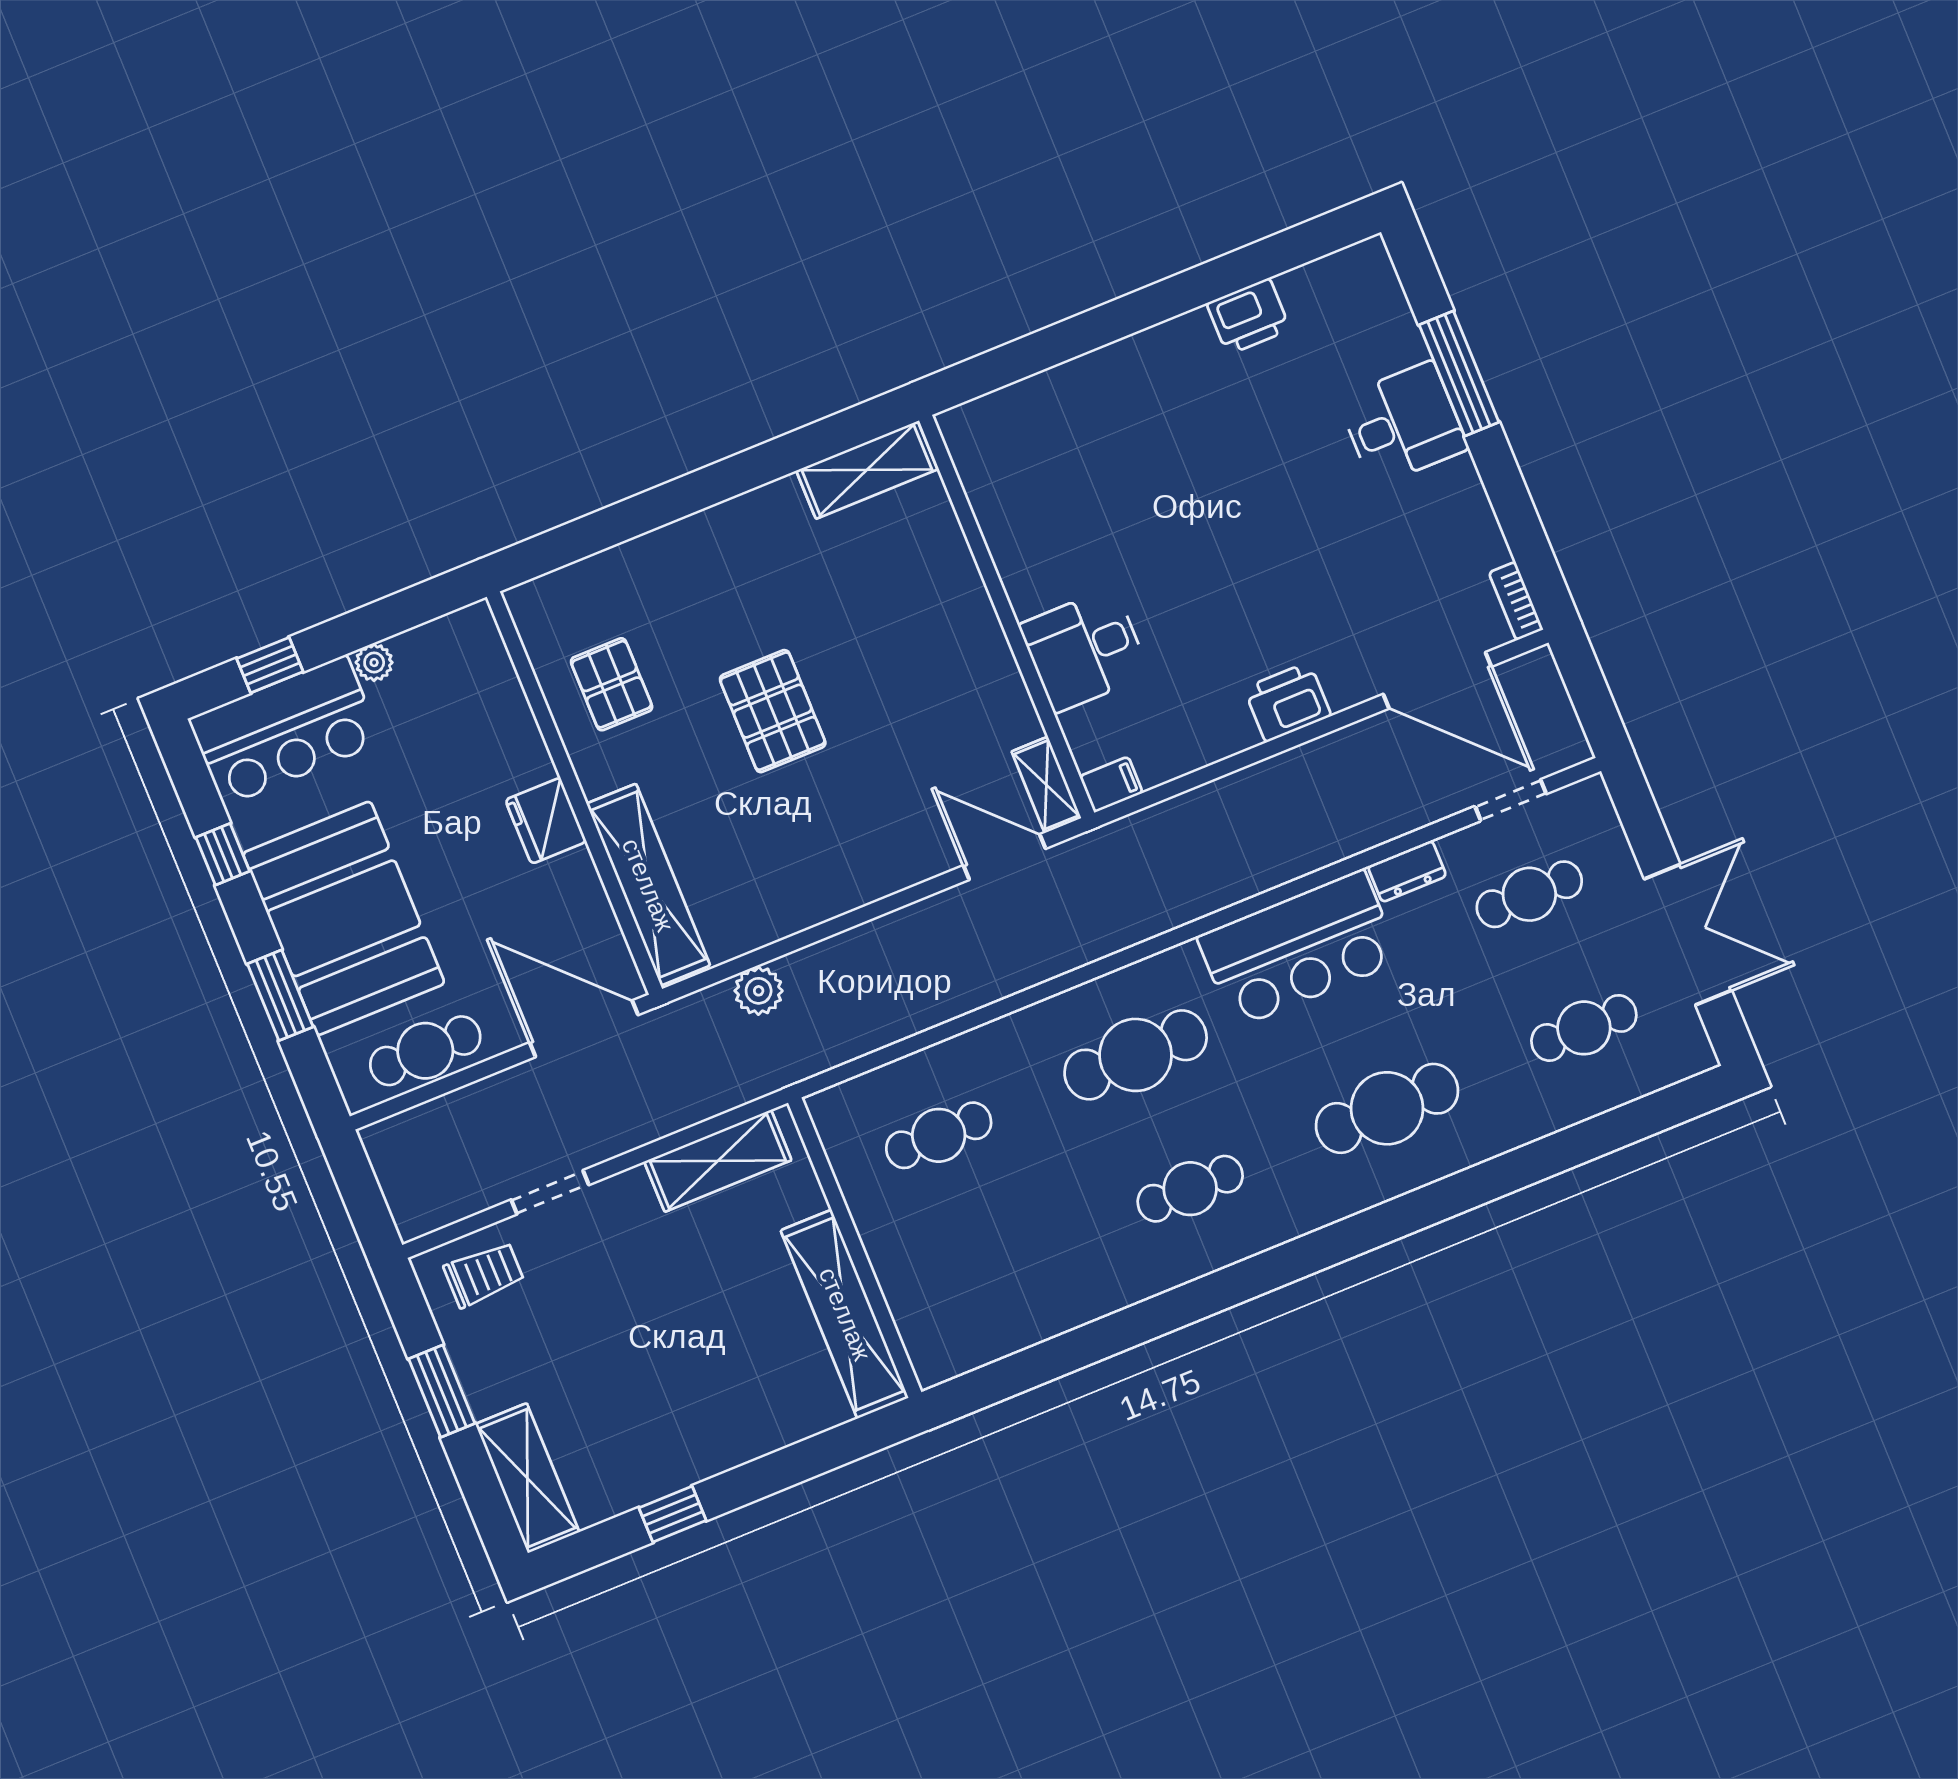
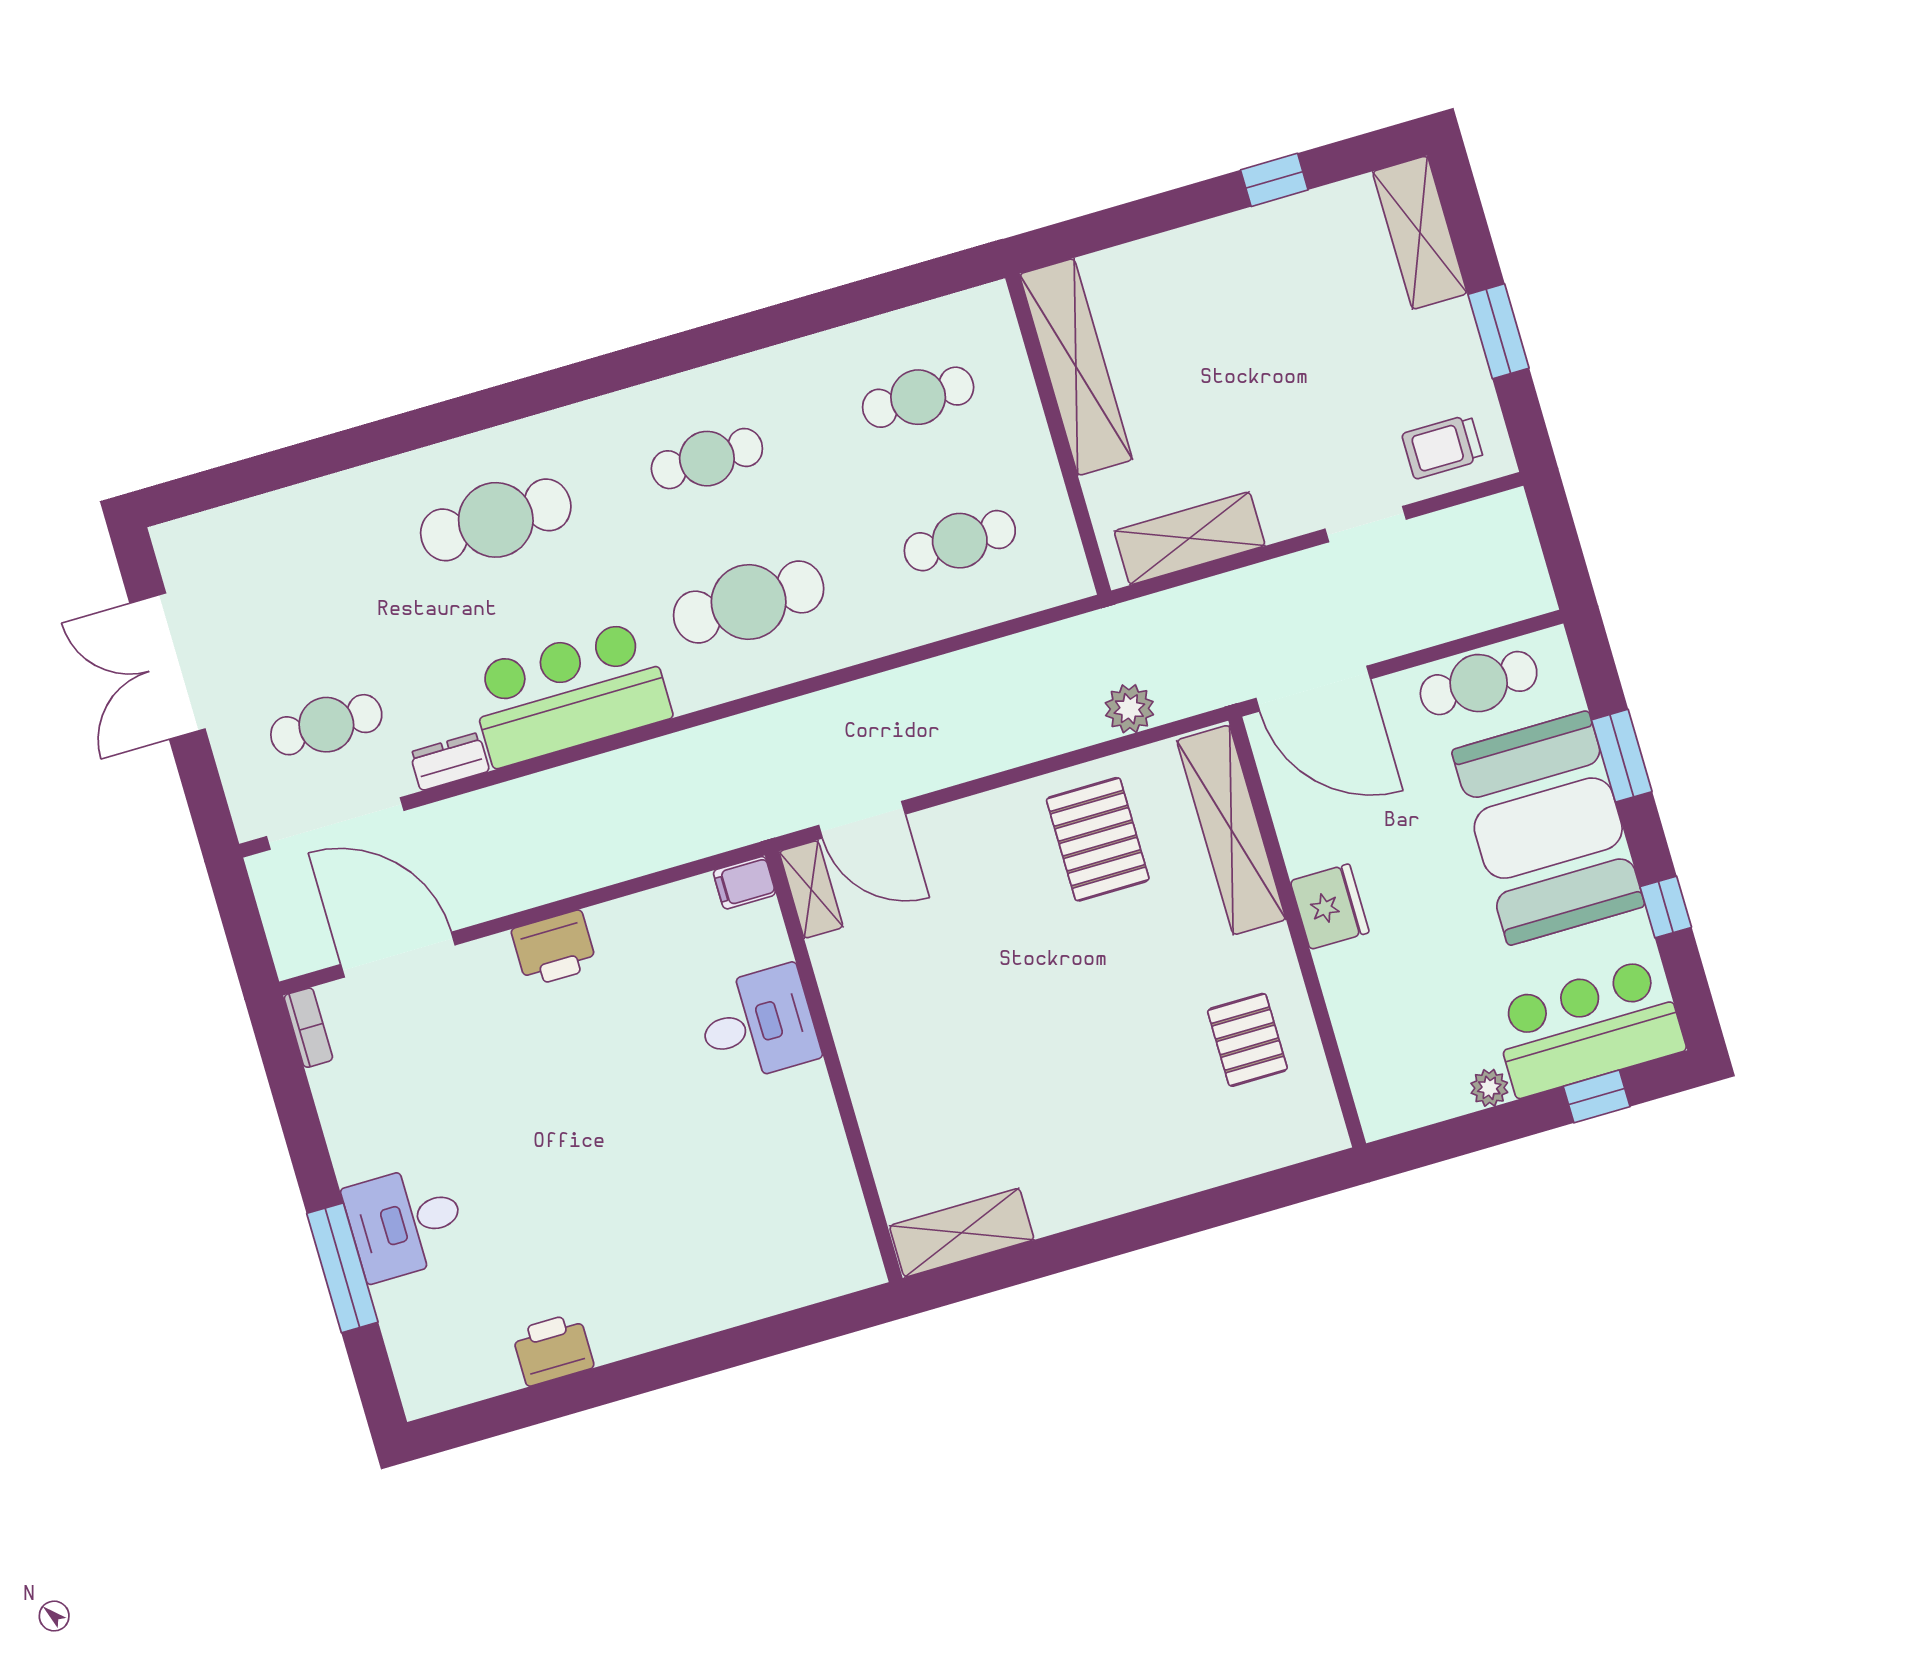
pallet: (773, 711) -> (1098, 839), moved
doorway: (1511, 800) -> (335, 823), width x1.88
cafe table: (1584, 1028) -> (918, 397), moved

